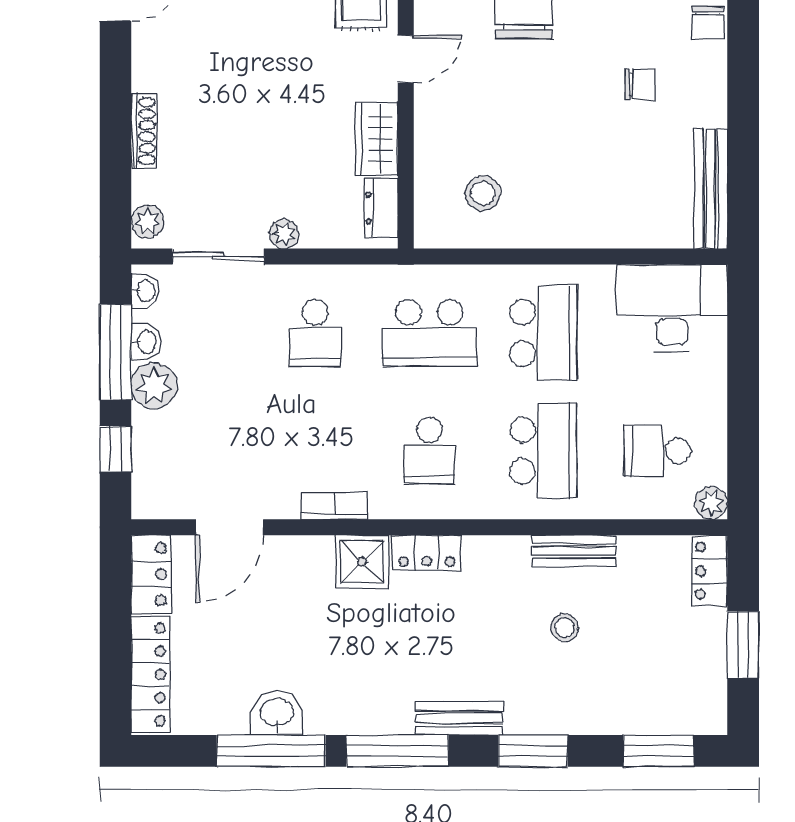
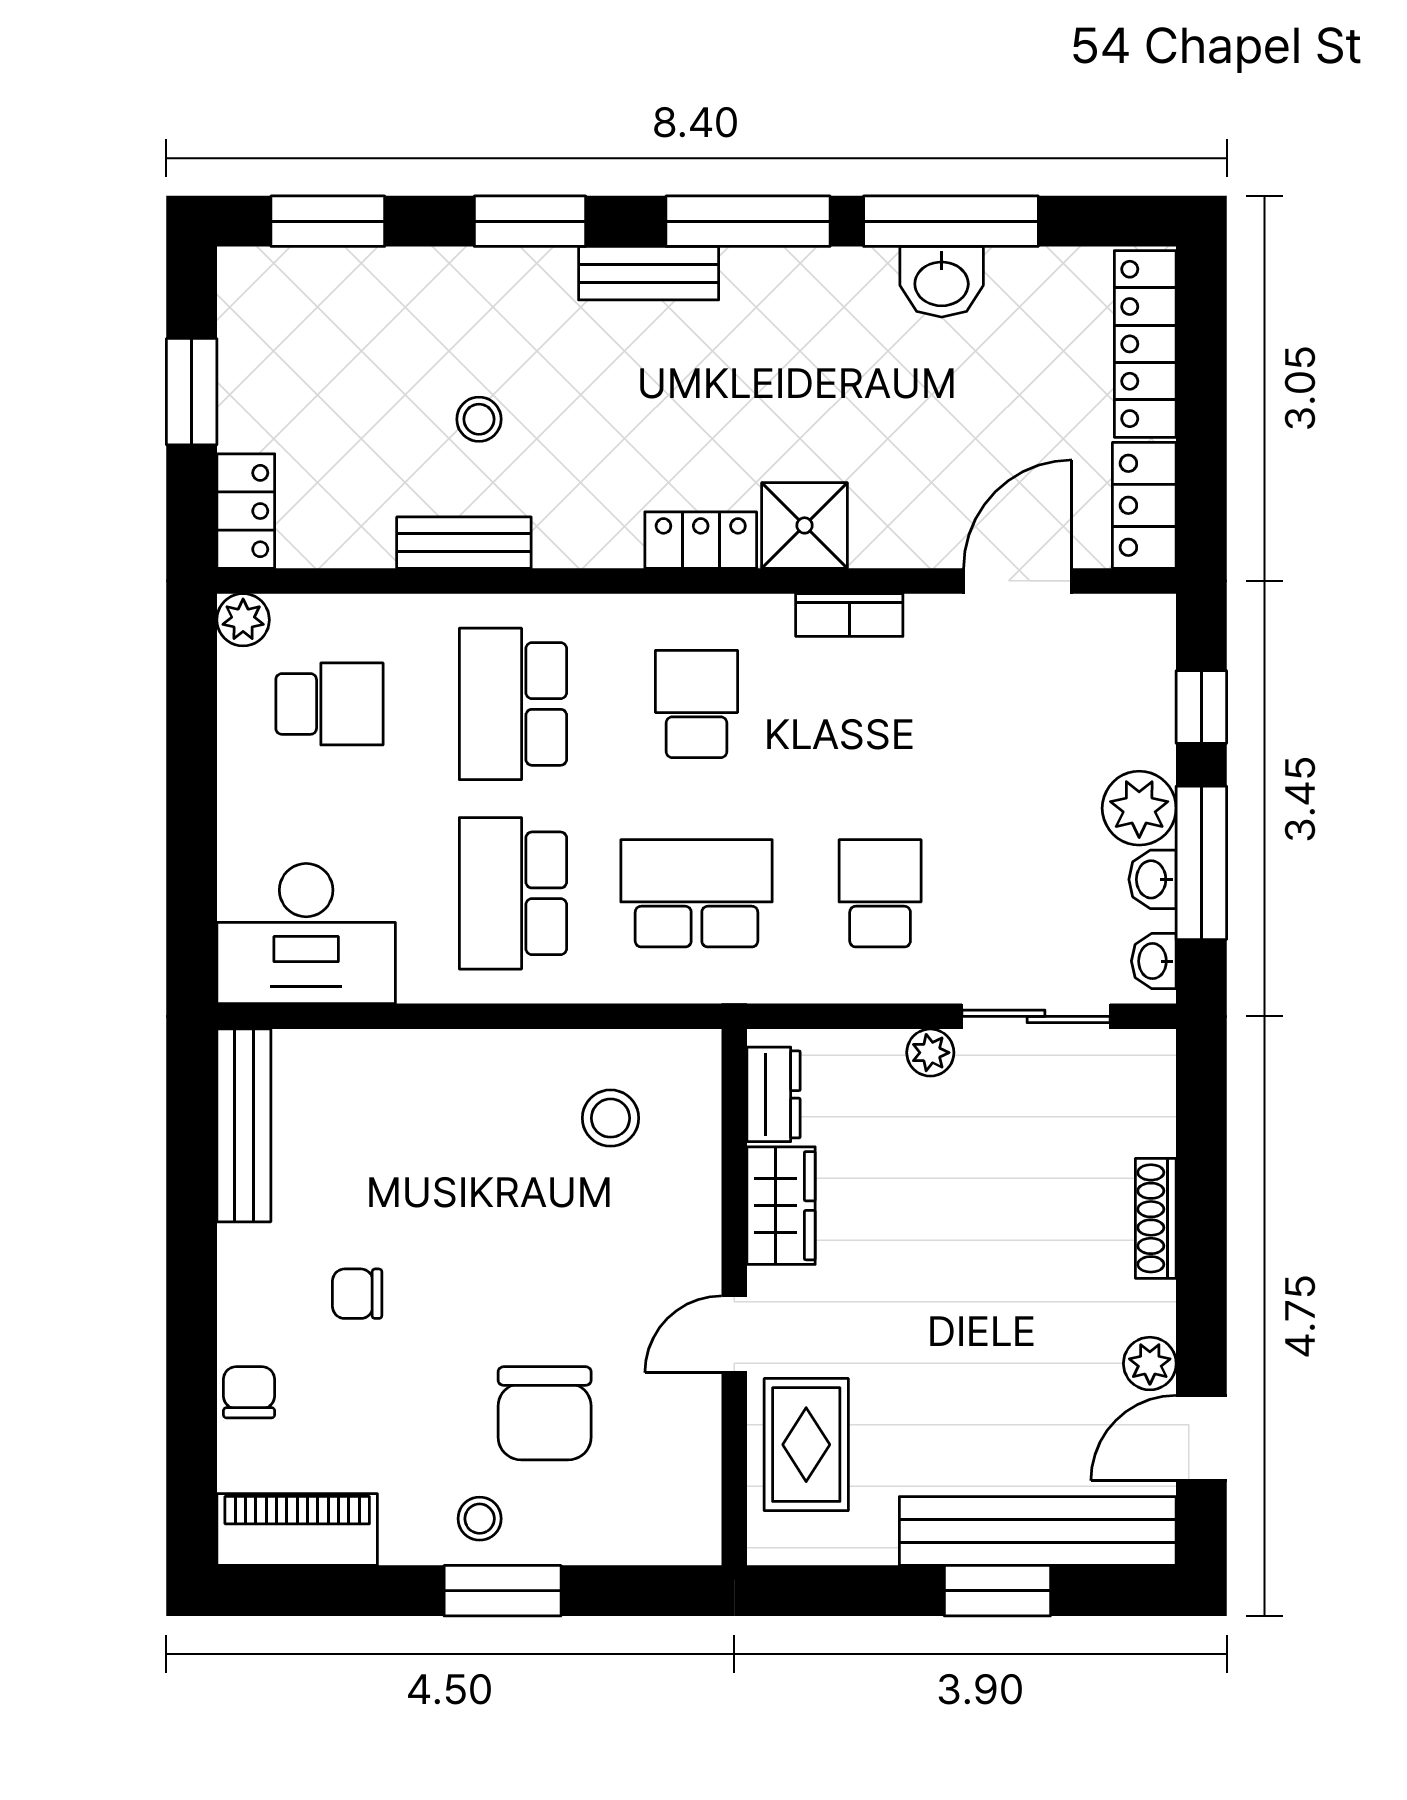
plant: (148, 221) -> (1150, 1364), moved

